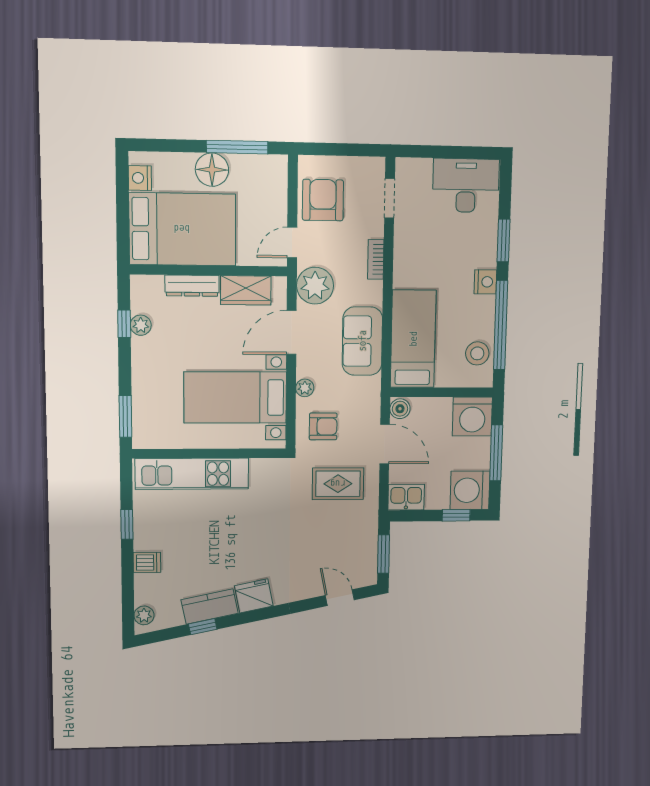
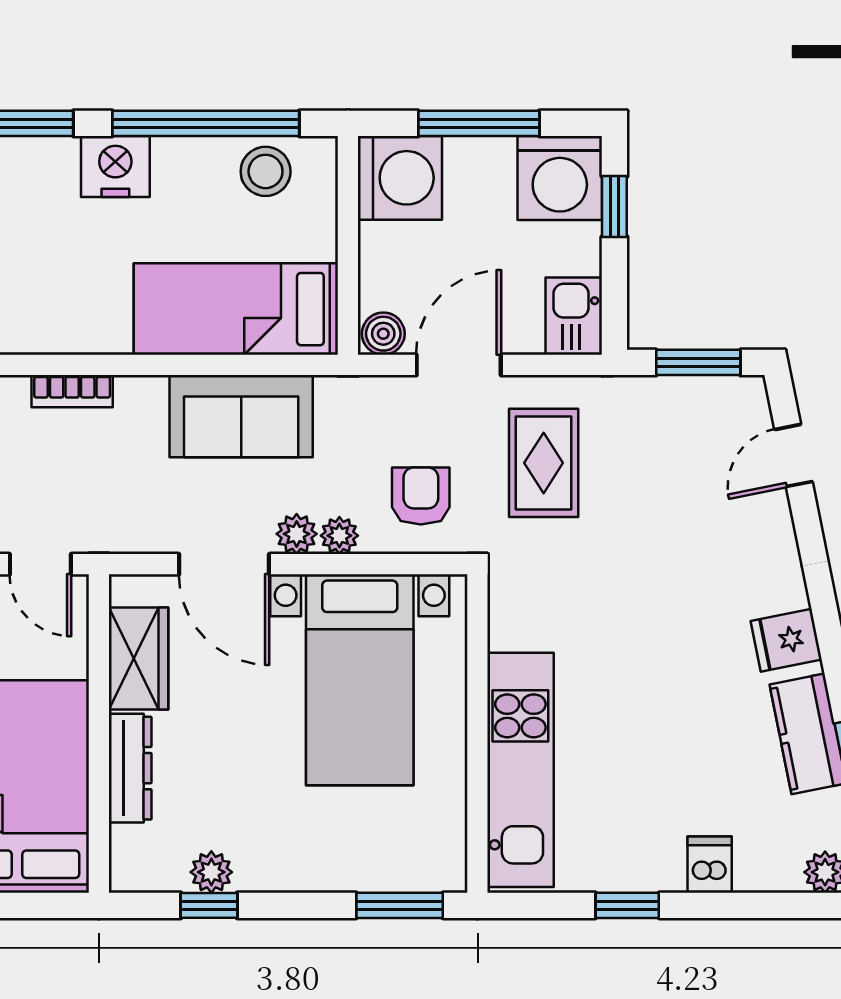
nightstand: (485, 282) -> (115, 166), width x1.36, depth x1.33
plant: (315, 286) -> (297, 534), moved, width x0.53, depth x0.53
fridge: (254, 596) -> (786, 640), width x0.72

